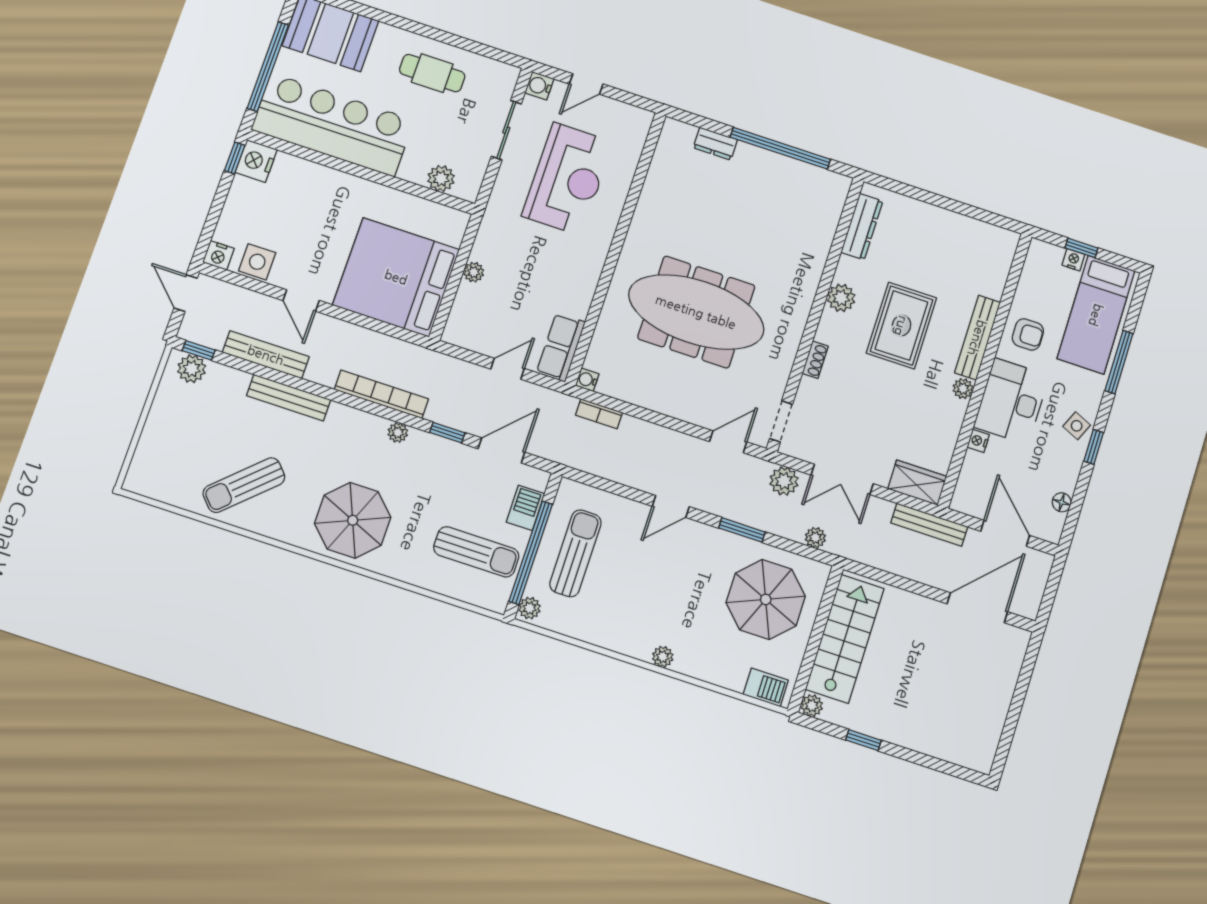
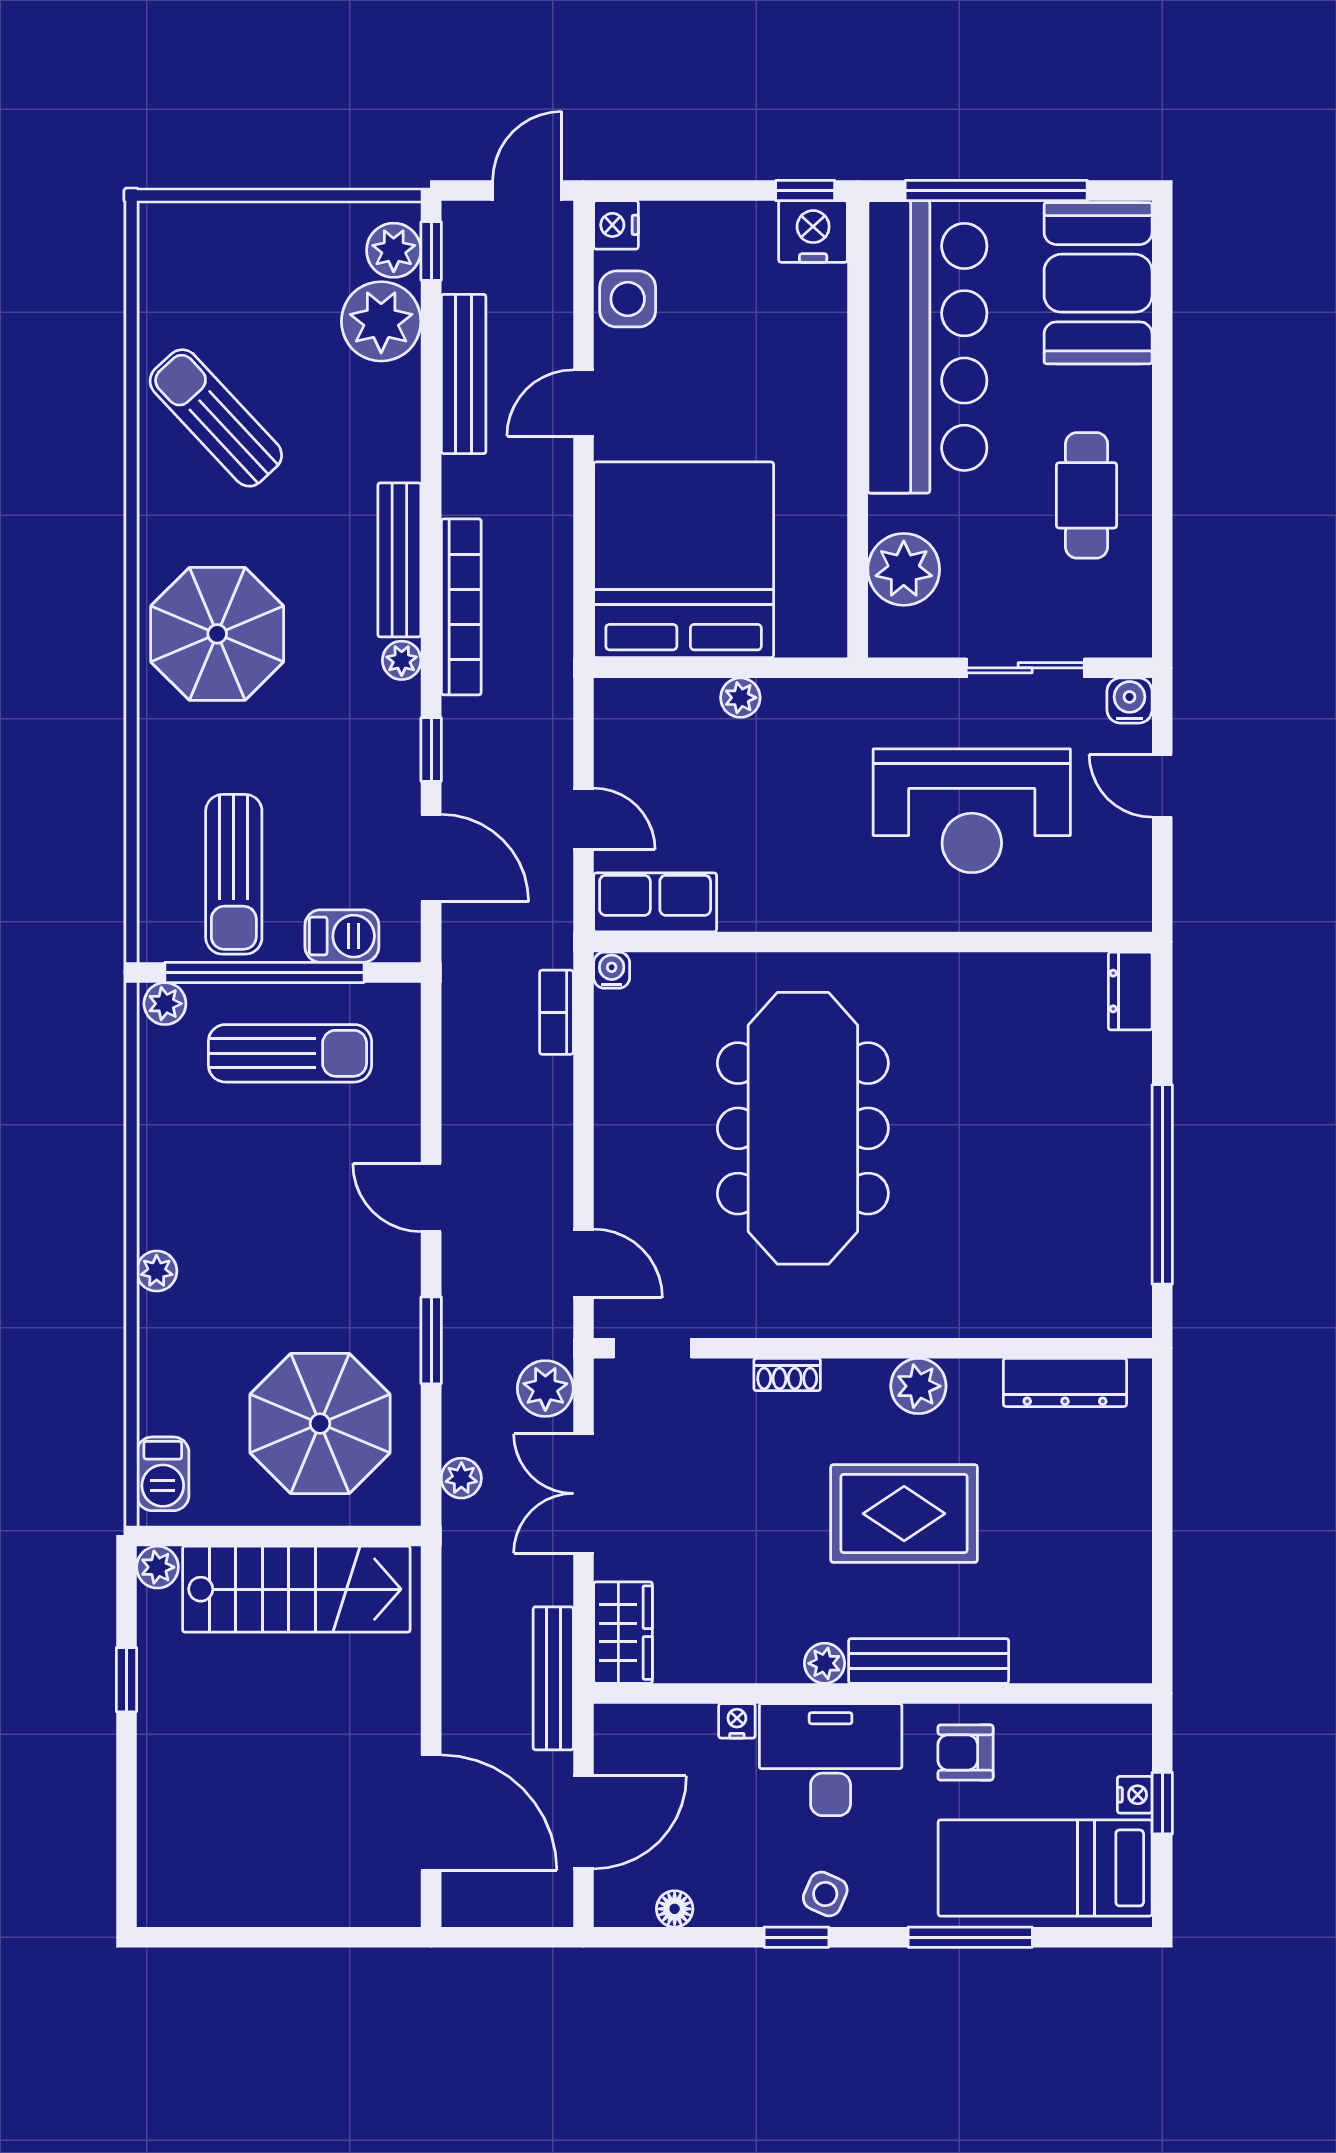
dresser: (715, 144) -> (1130, 991), moved
plant: (441, 178) -> (904, 569), width x1.36, depth x1.36
armchair: (1028, 334) -> (966, 1752), turned 90
plant: (225, 387) -> (381, 321), added
bench: (289, 398) -> (399, 560), moved

